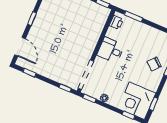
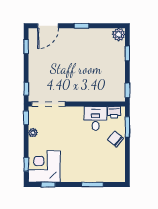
desk: (111, 50) -> (96, 118), moved
chair: (154, 64) -> (115, 139), moved

